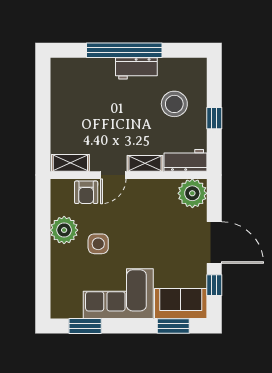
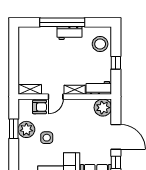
stool: (174, 104) -> (100, 44), moved
armchair: (86, 192) -> (40, 107), turned -90
window: (43, 229) -> (14, 129), added

